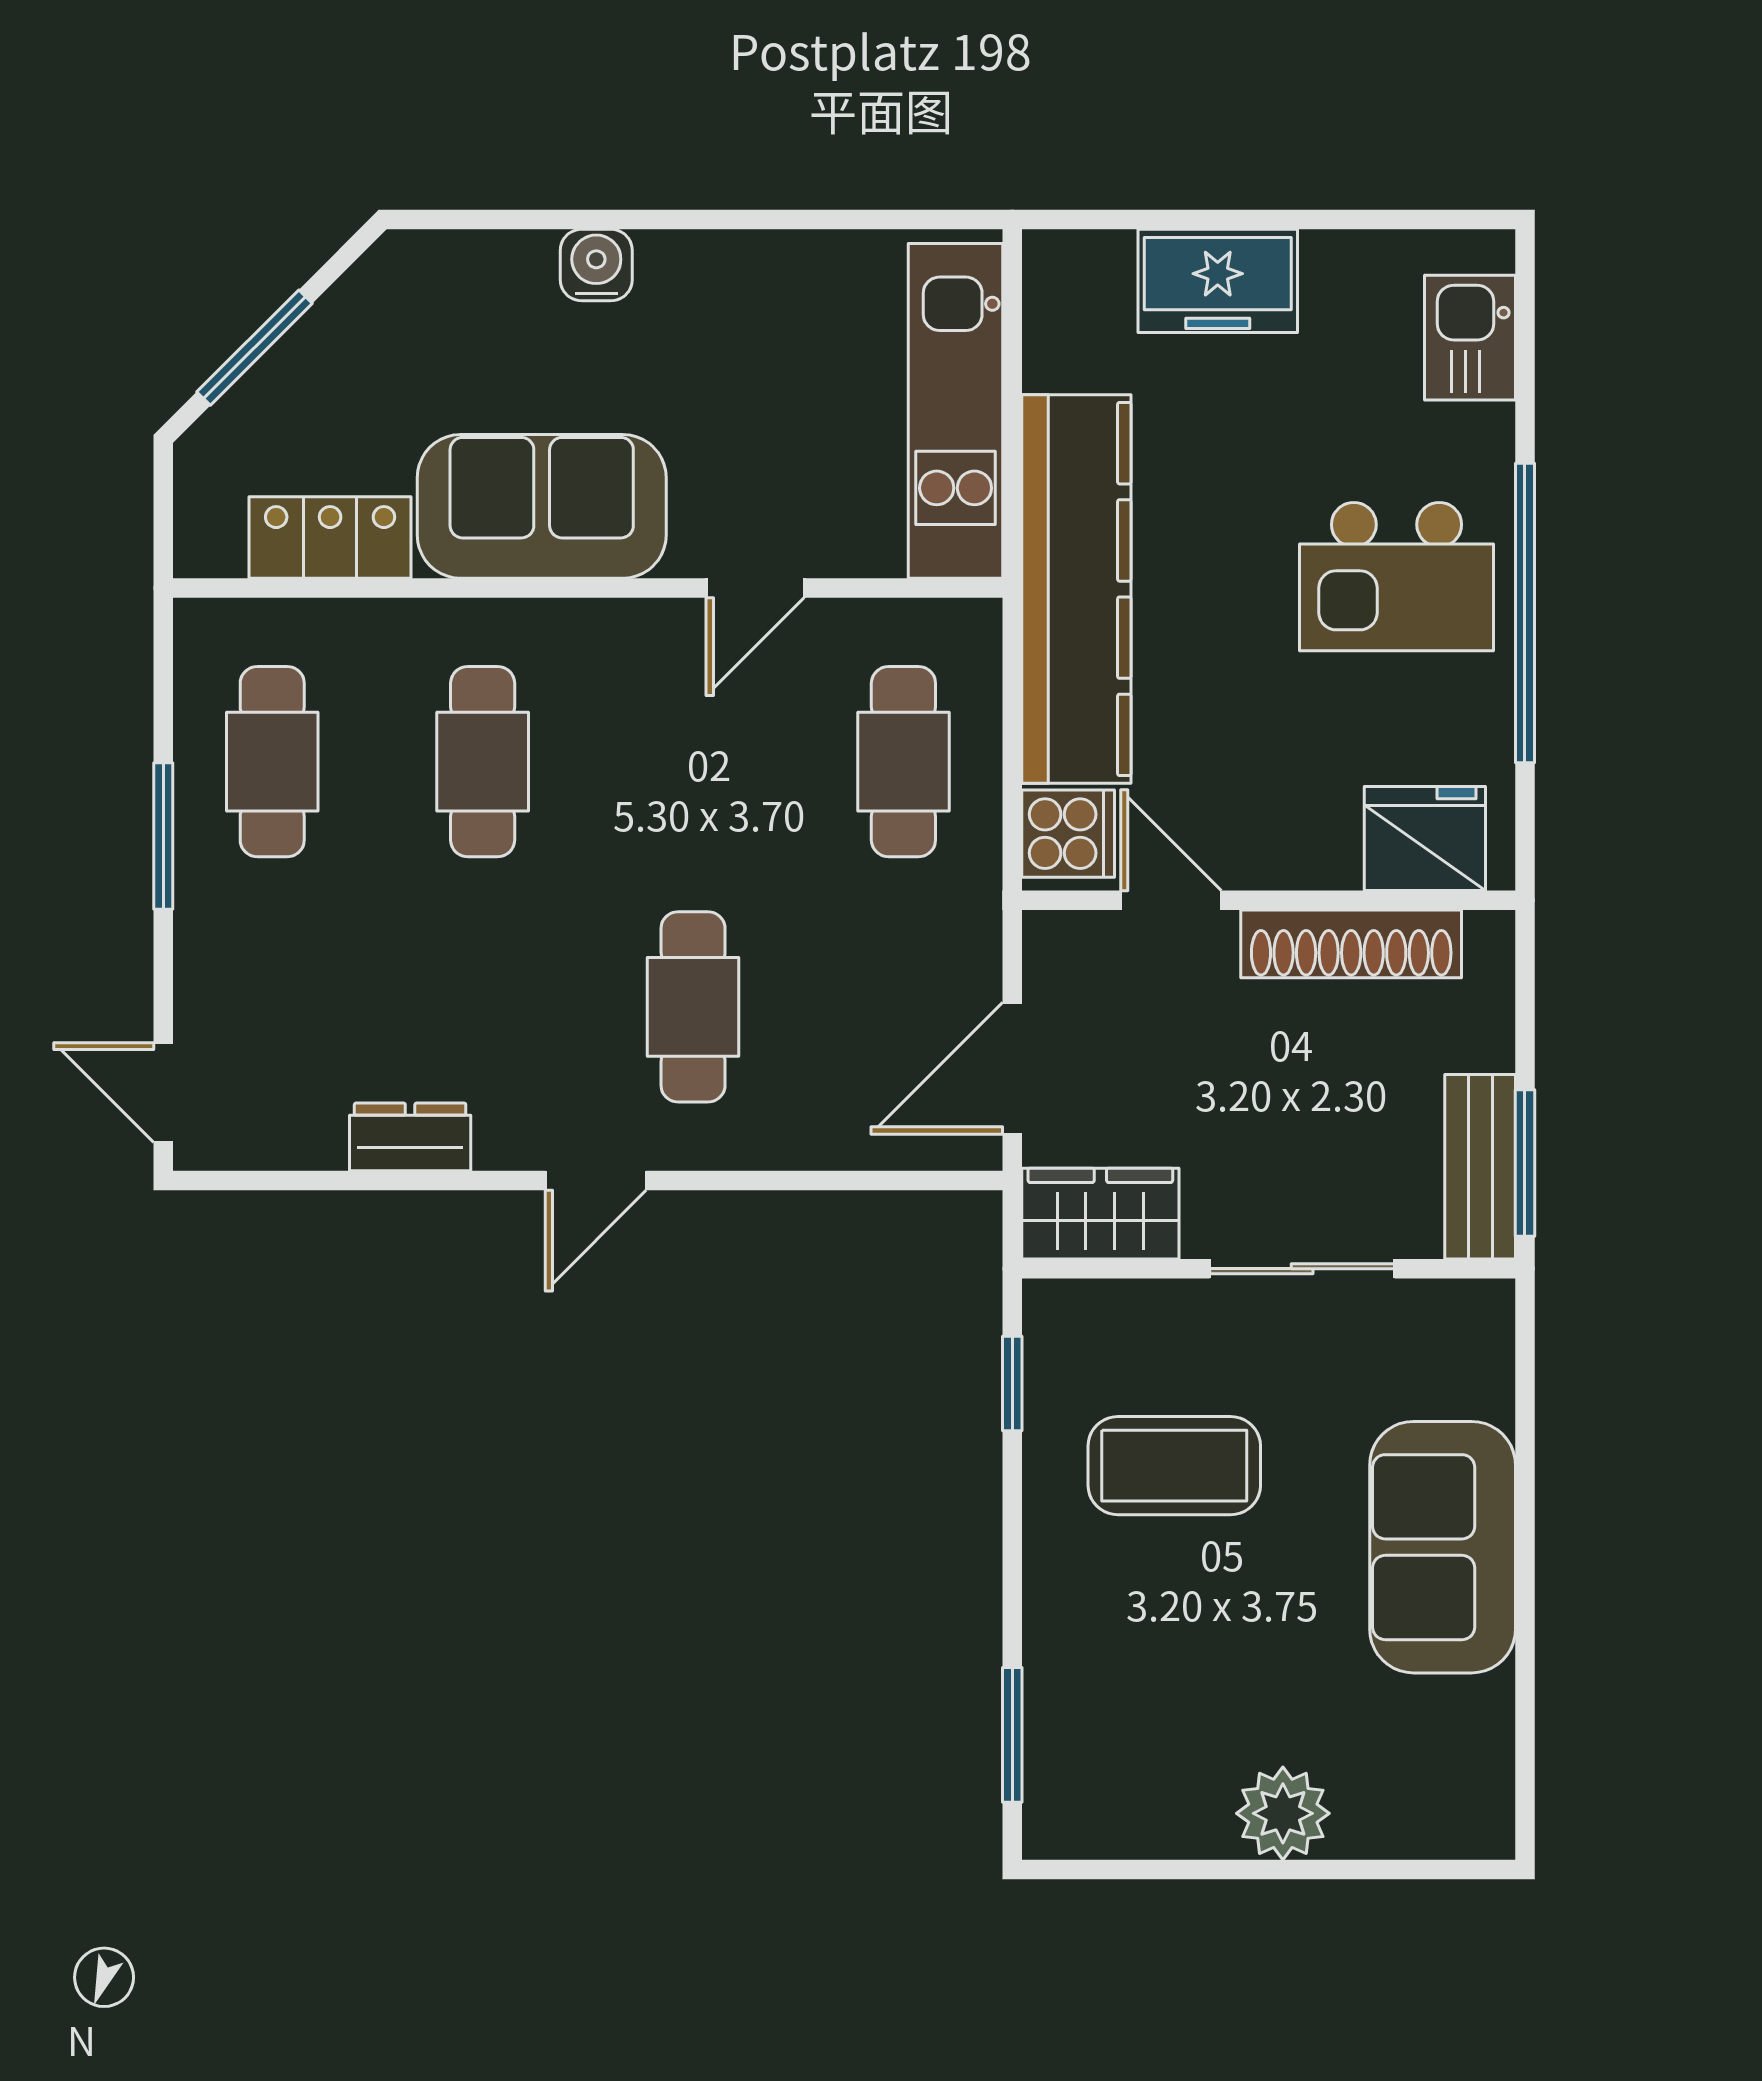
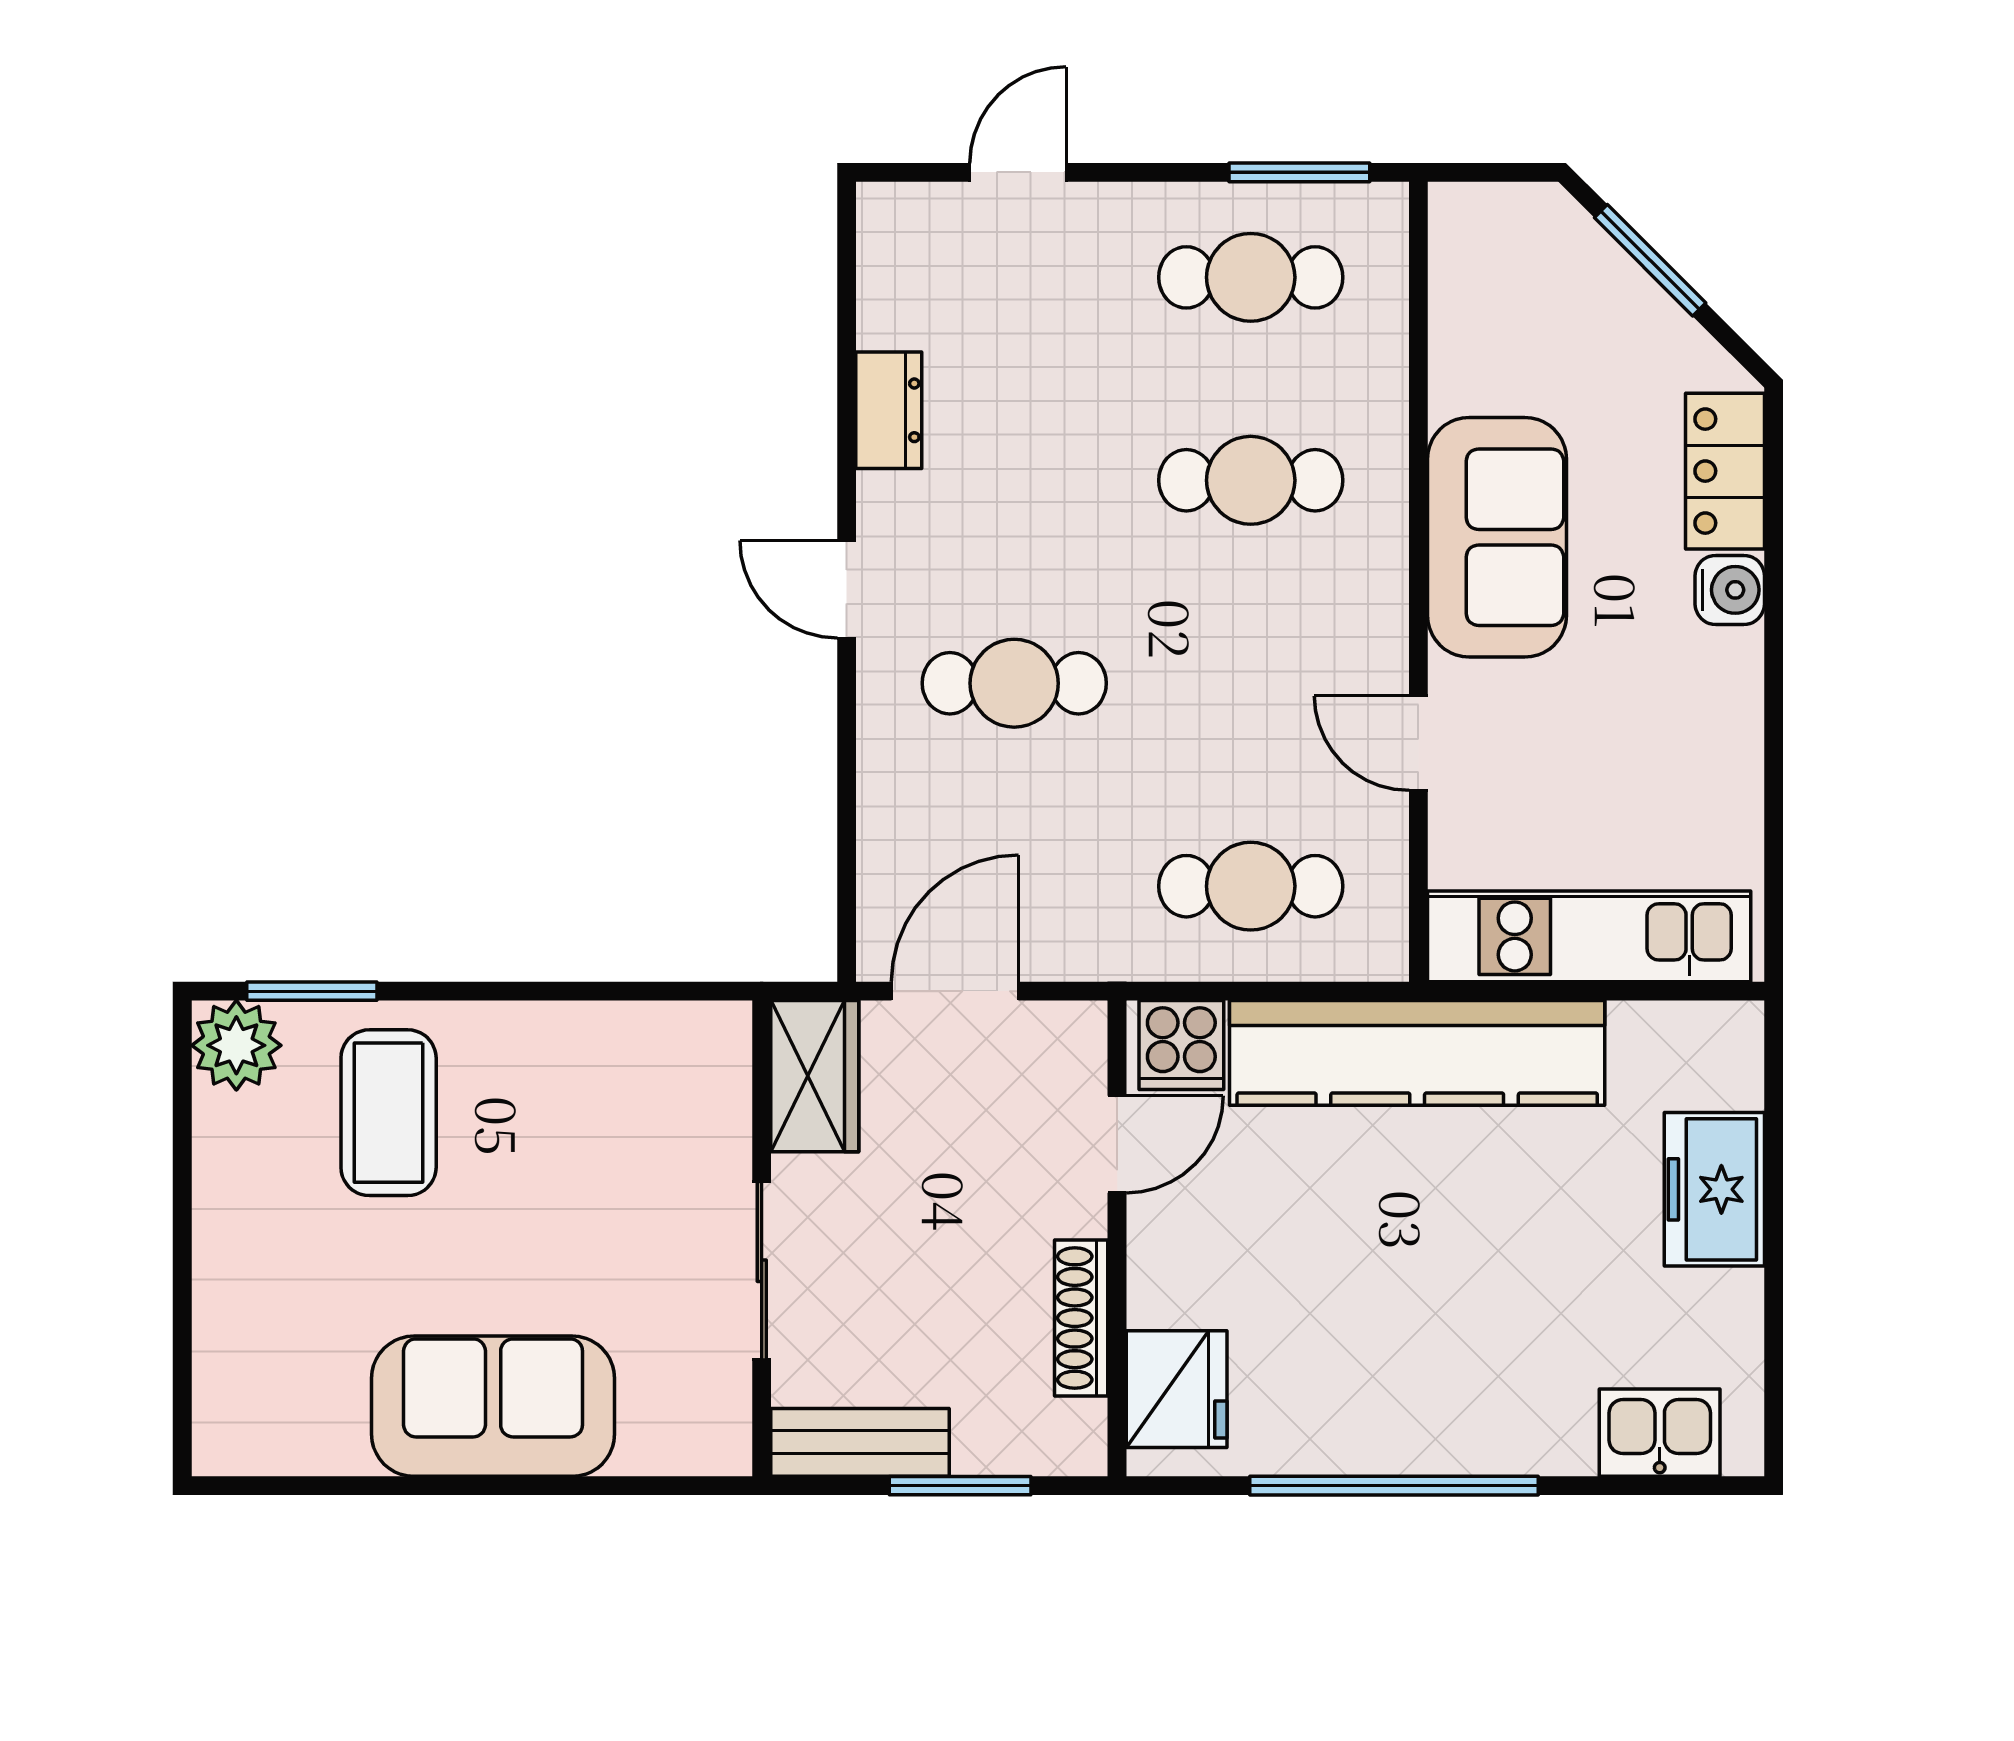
locker: (330, 537) -> (1725, 471), moved, turned 180
kitchen island: (1396, 577) -> (1429, 1362), removed
window: (163, 836) -> (1299, 172), moved
shoe rack: (1351, 944) -> (1081, 1318), width x0.74, depth x0.81
door: (1012, 1068) -> (955, 991), hinge flipped
door: (163, 1092) -> (1018, 172), moved
window: (1525, 1163) -> (960, 1486), moved
window: (1012, 1384) -> (651, 991), removed
coffee table: (1174, 1466) -> (389, 1113), moved
plant: (1283, 1813) -> (236, 1045), moved

